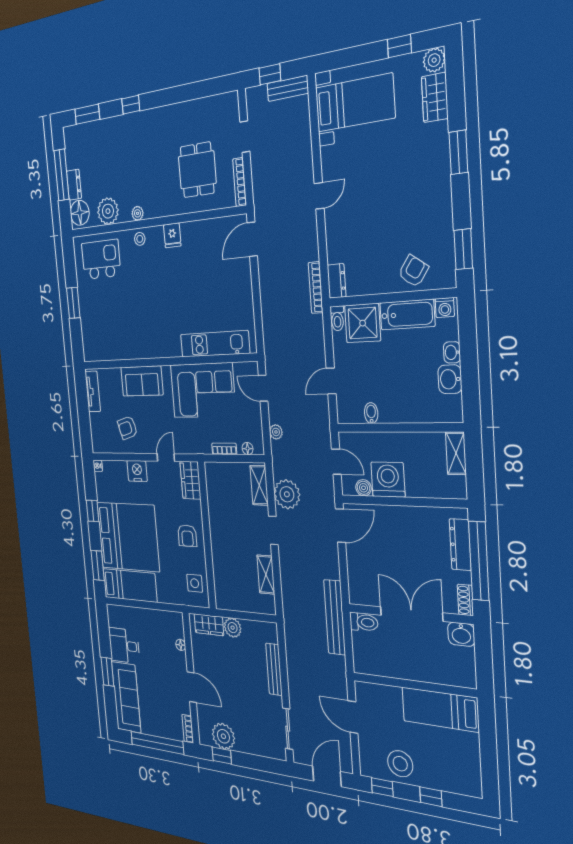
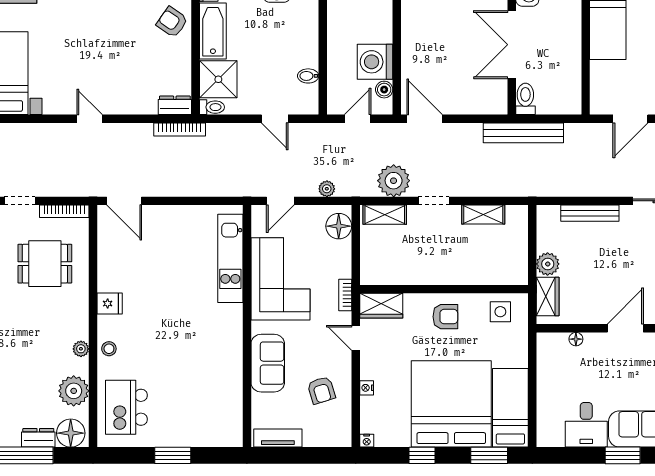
bookcase: (224, 449) -> (345, 295), moved
floor lamp: (248, 449) -> (339, 226), width x1.89, depth x1.89
nightstand: (137, 471) -> (367, 388), width x0.53, depth x0.56

